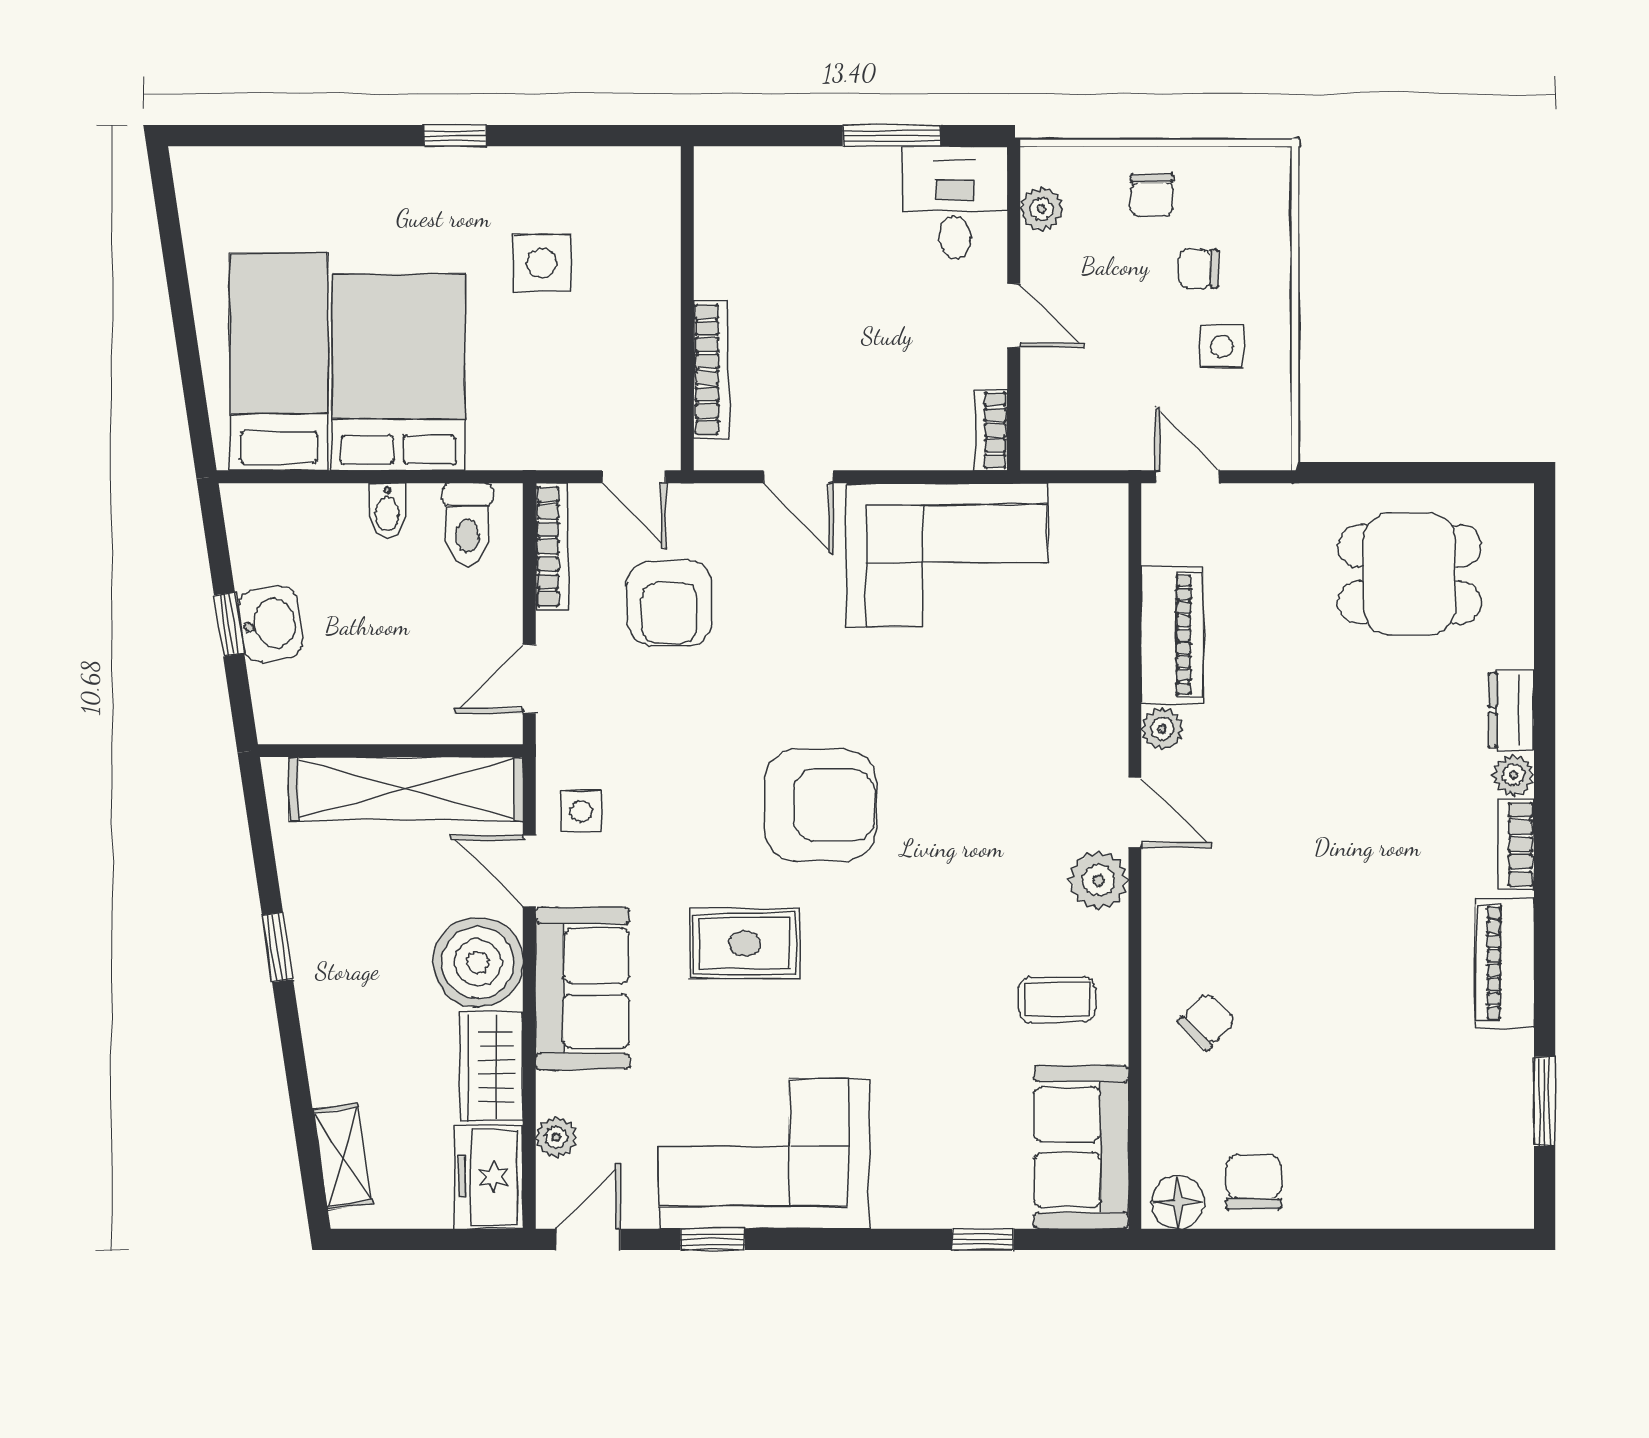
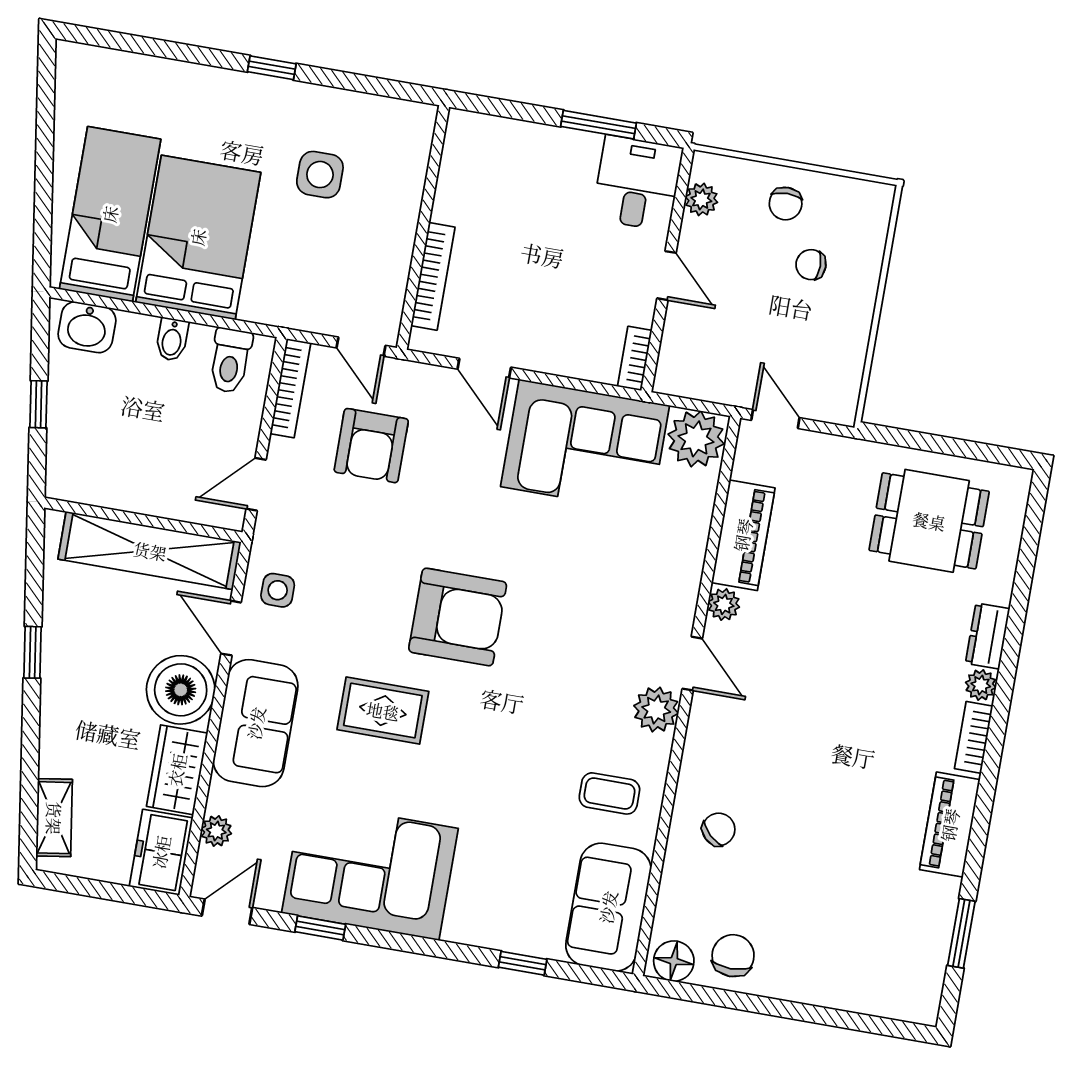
side table: (1222, 346) -> (818, 326), removed
plant: (1089, 521) -> (696, 439), added
washbasin: (271, 624) -> (87, 327), moved, turned 99

